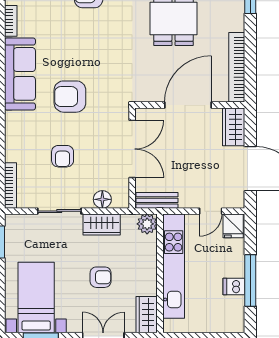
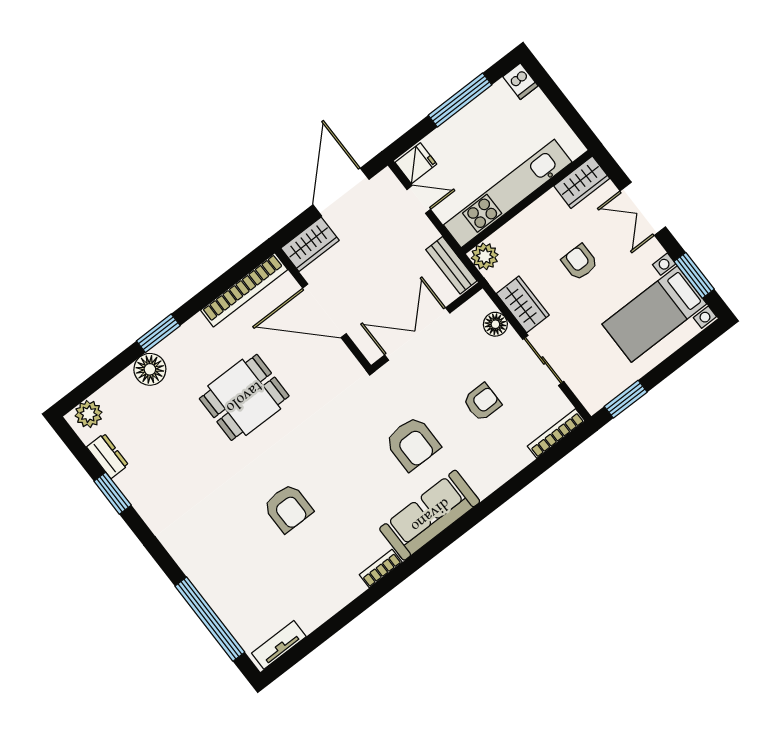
dishwasher: (234, 286) -> (520, 81), moved

